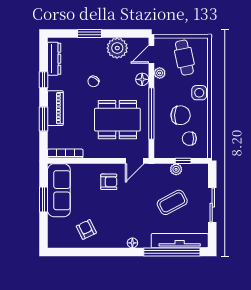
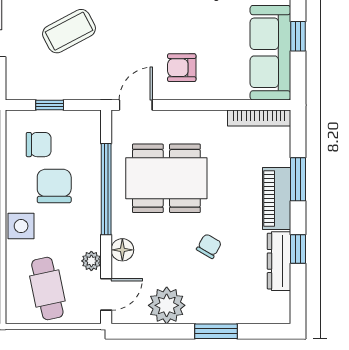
dresser: (54, 59) -> (279, 261), moved
chair: (181, 115) -> (54, 186), turned 88
plant: (176, 169) -> (62, 90), removed
window: (43, 200) -> (298, 36), width x0.67

